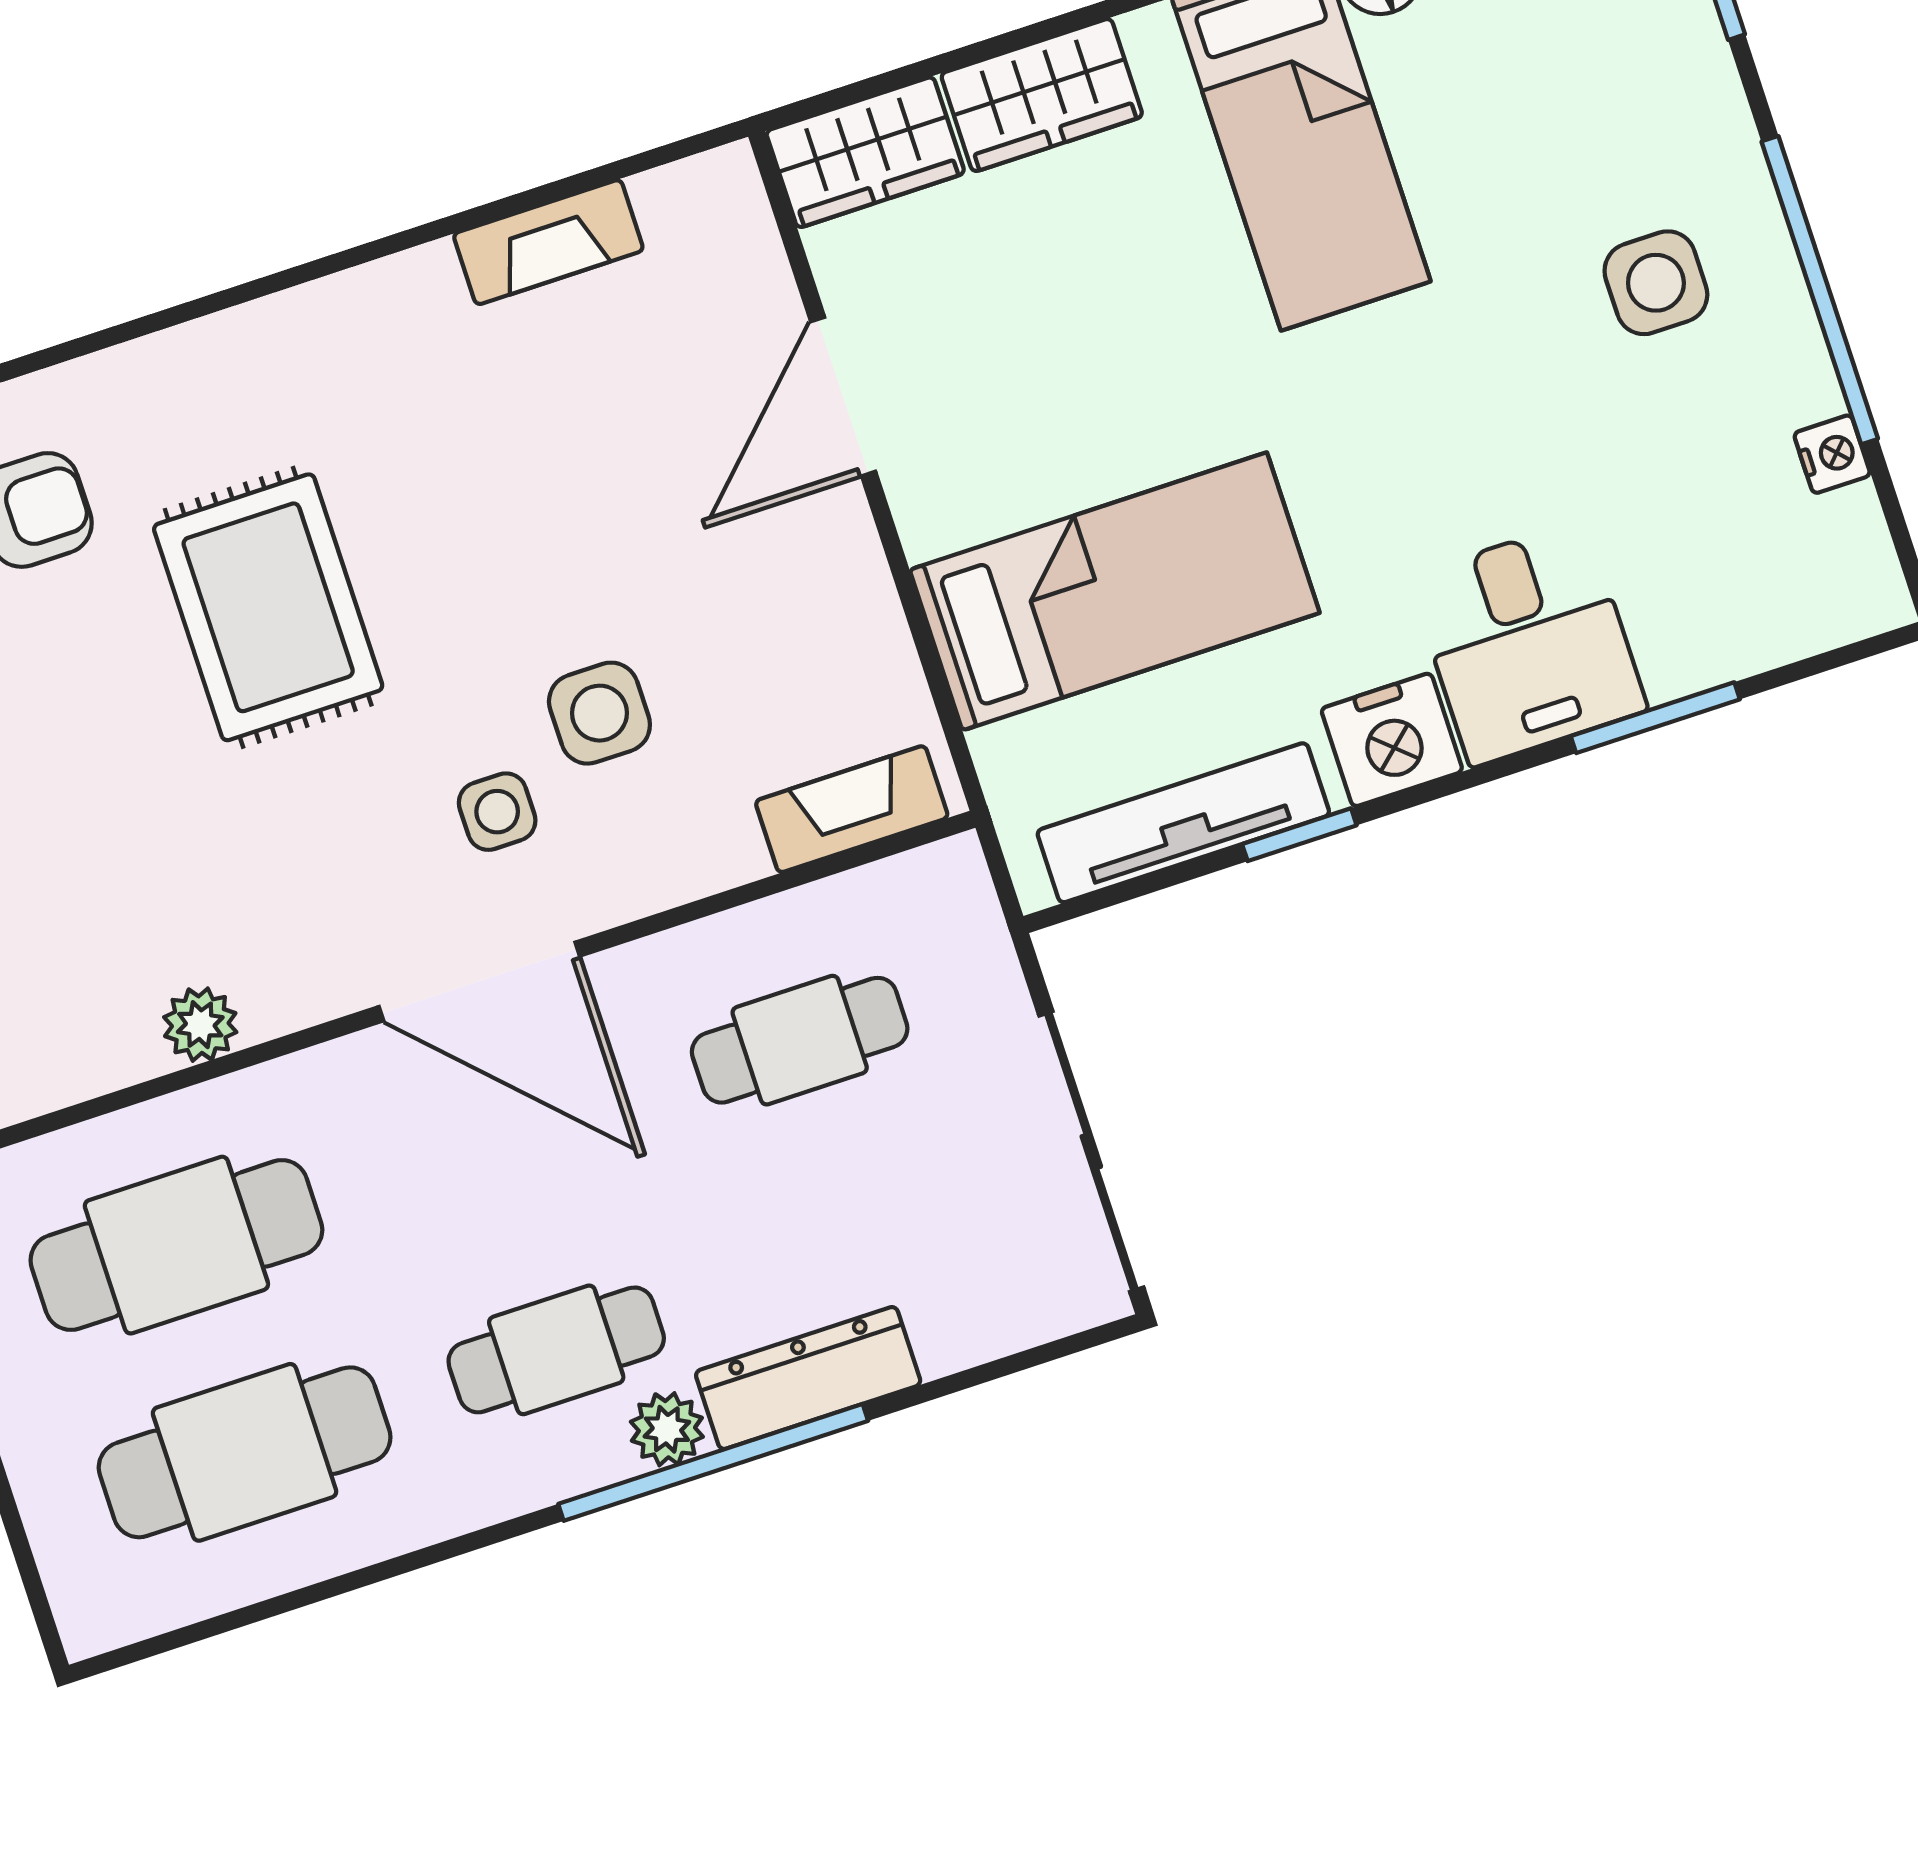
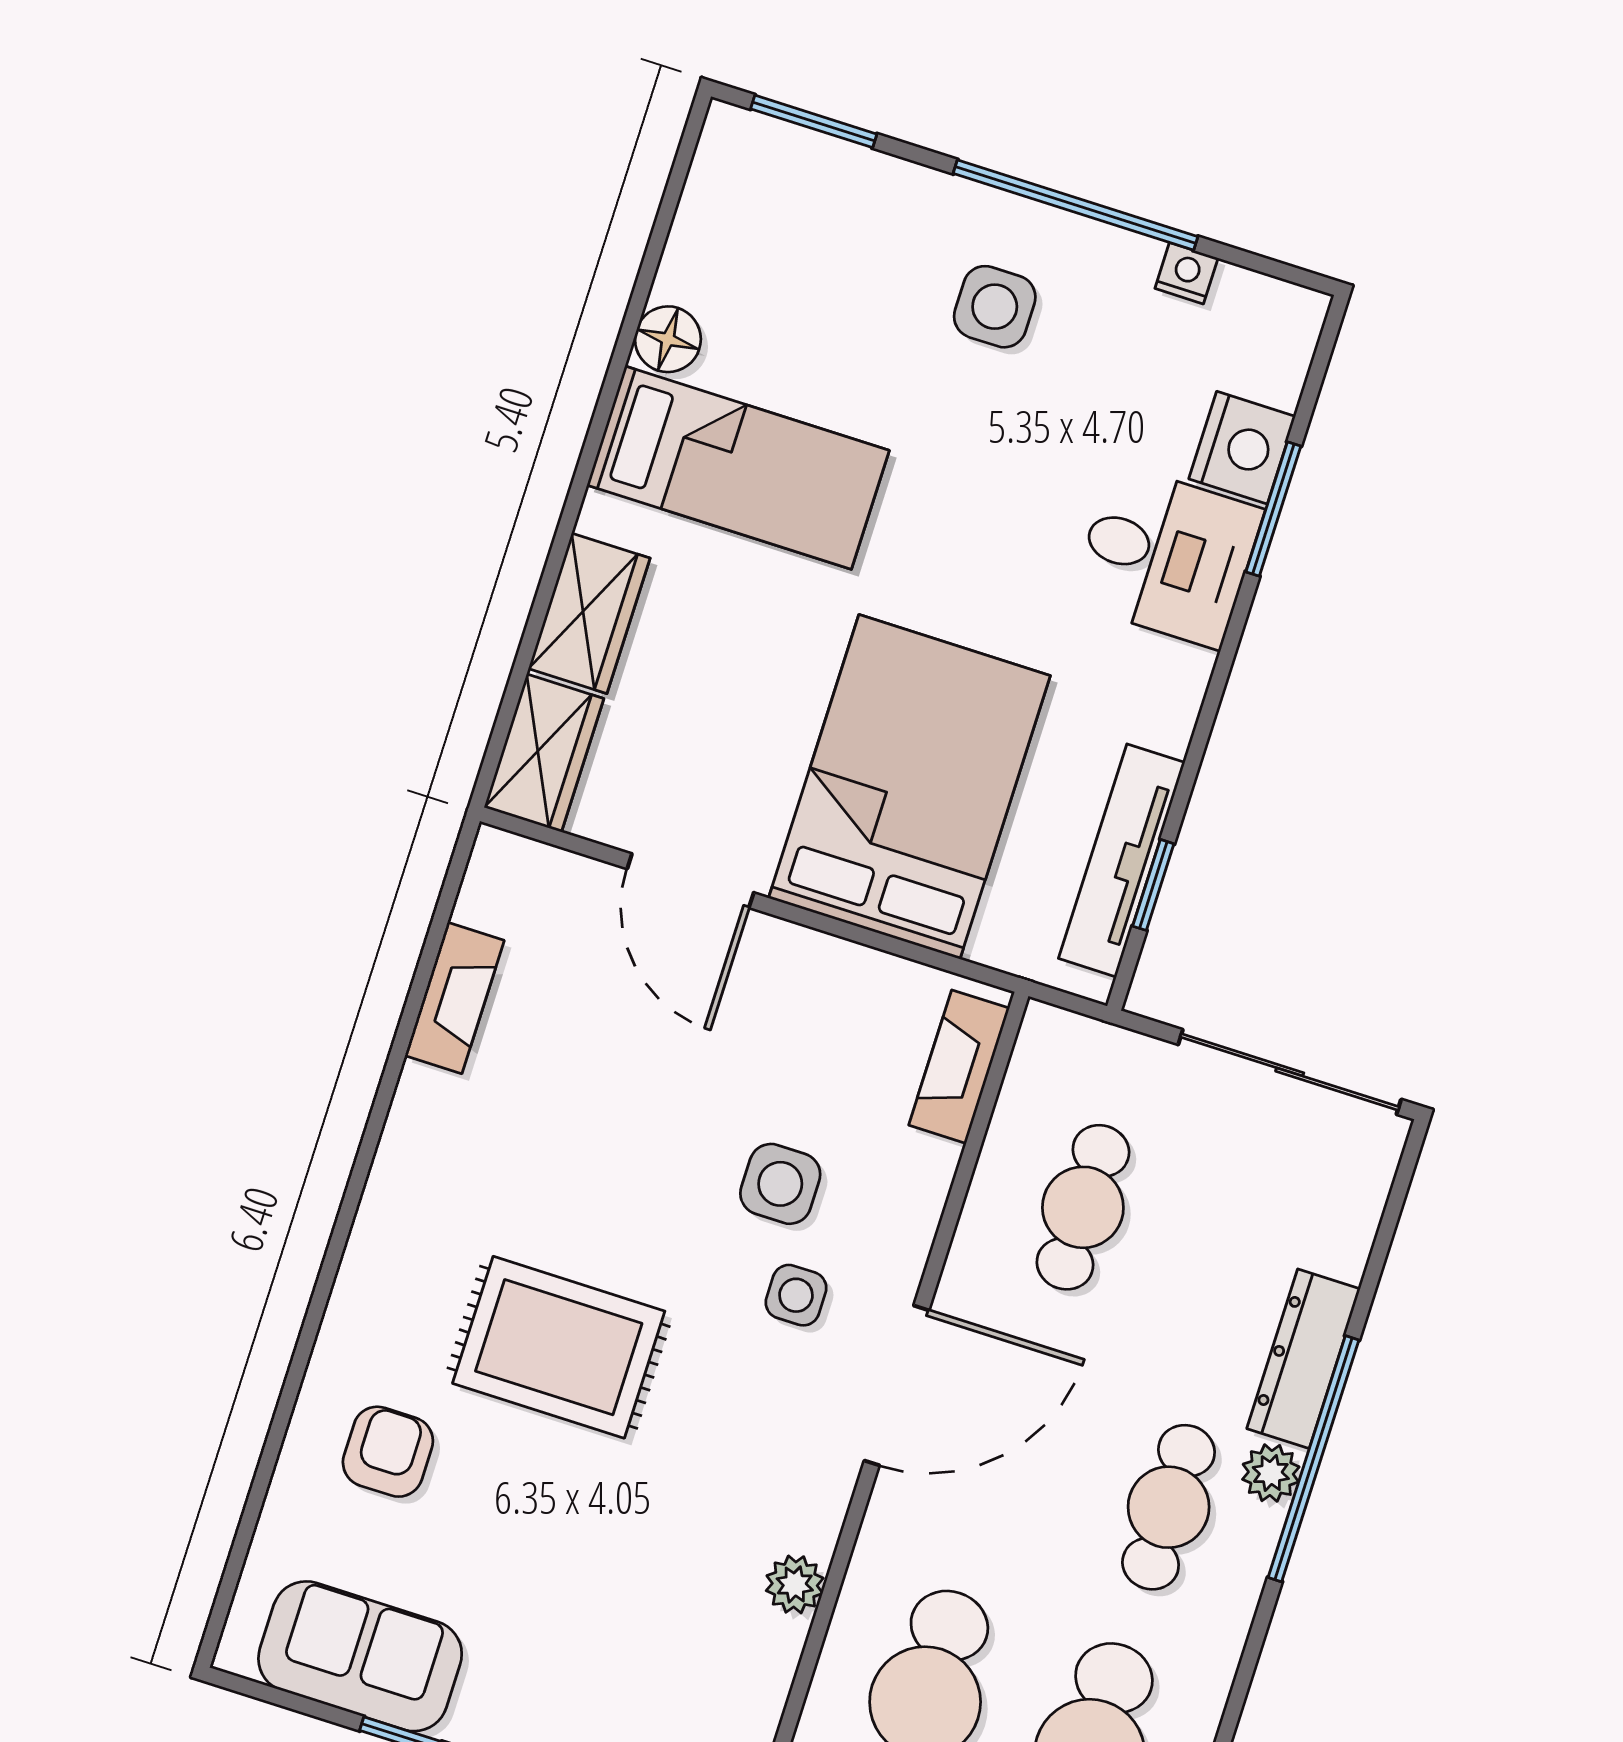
bed: (1115, 591) -> (909, 787), width x1.50
nightstand: (1392, 740) -> (1242, 448), moved
window: (1299, 835) -> (1153, 885), moved

